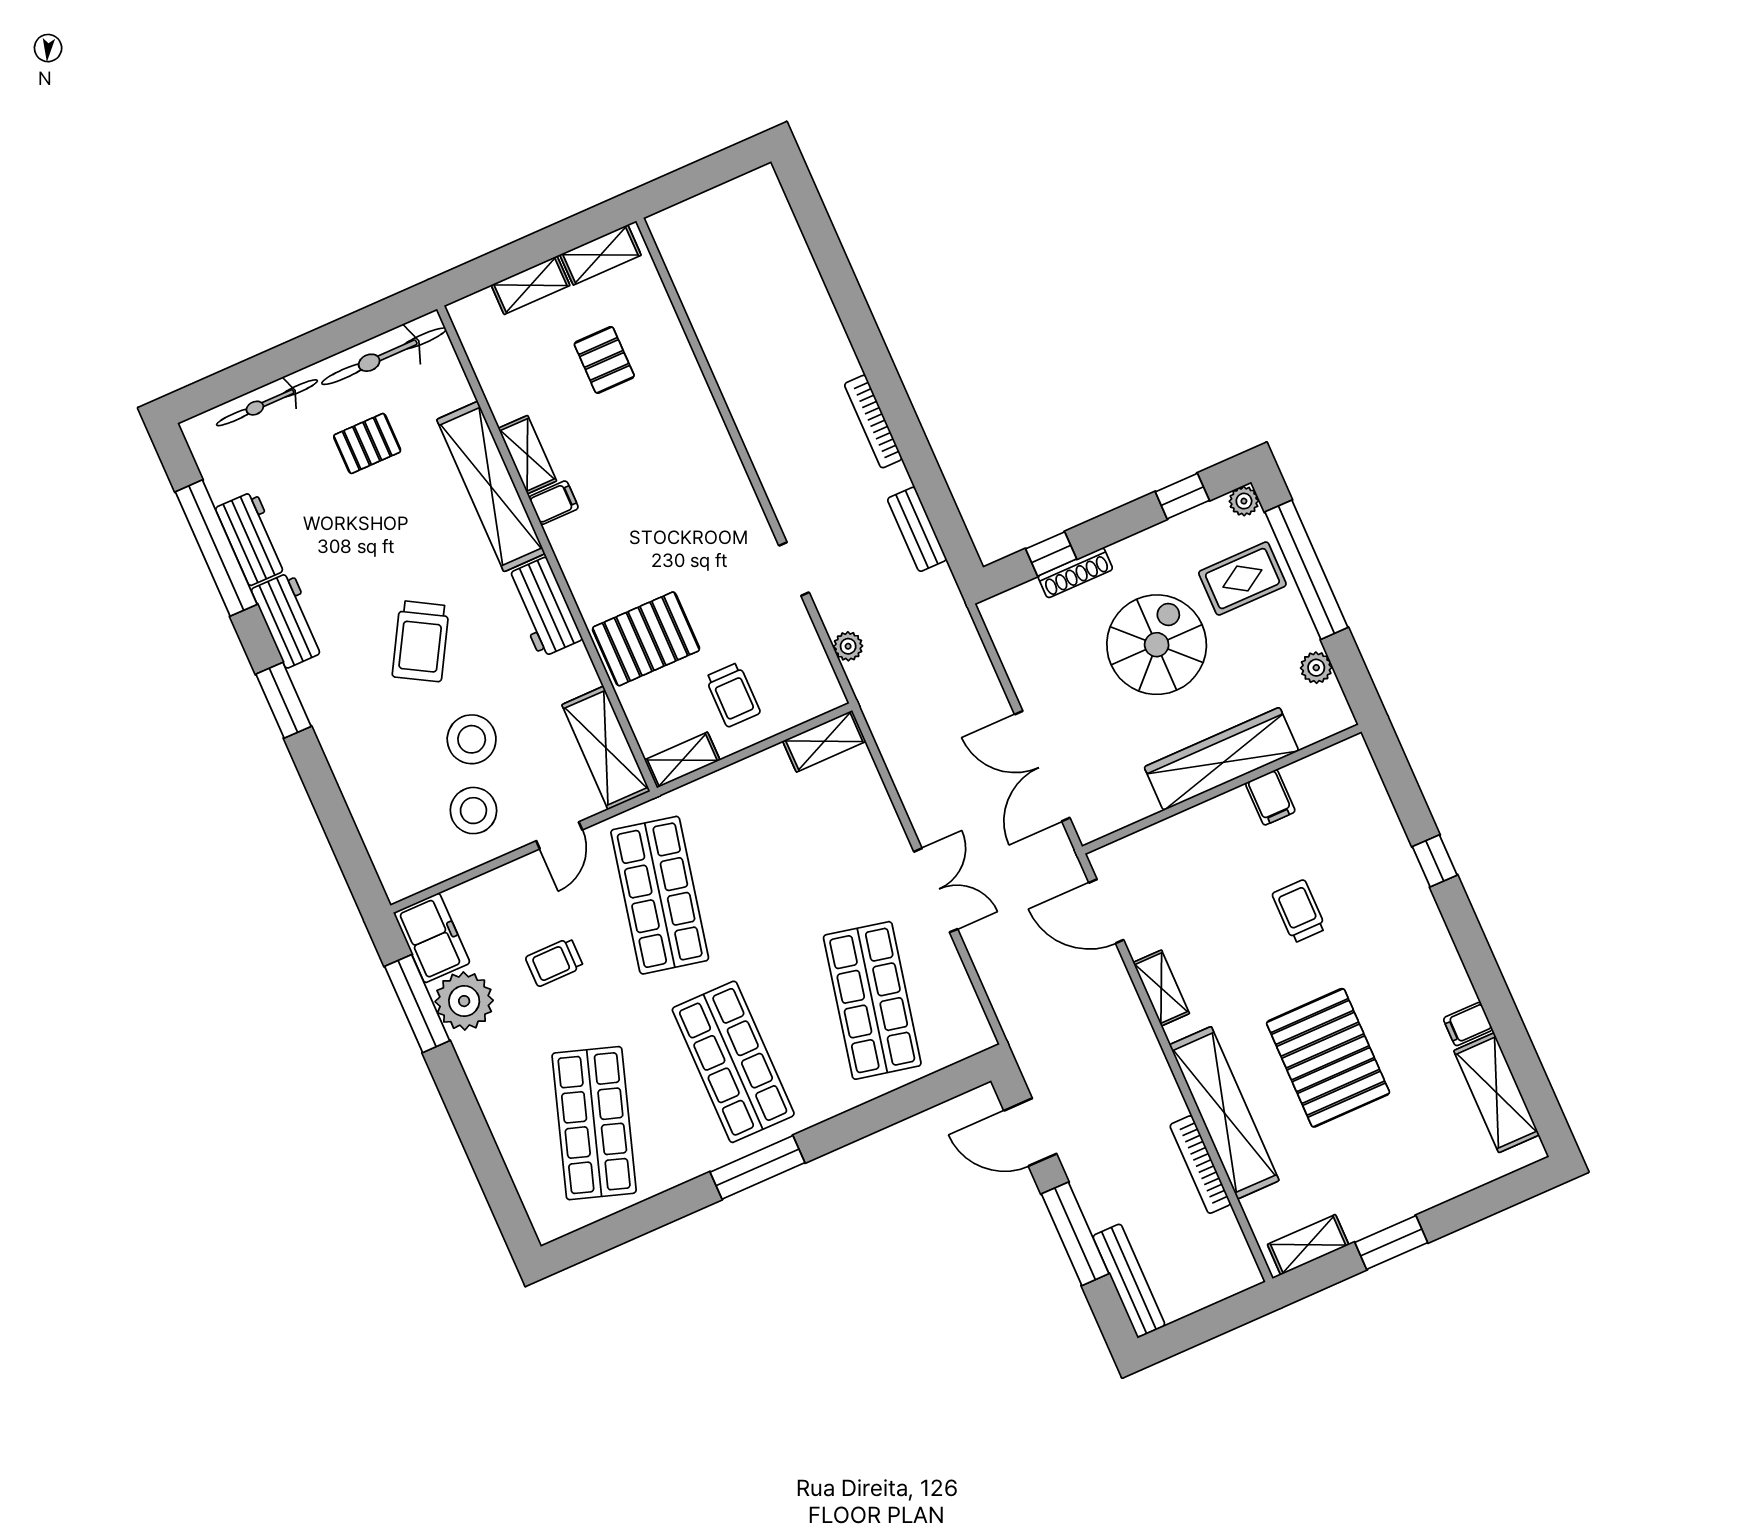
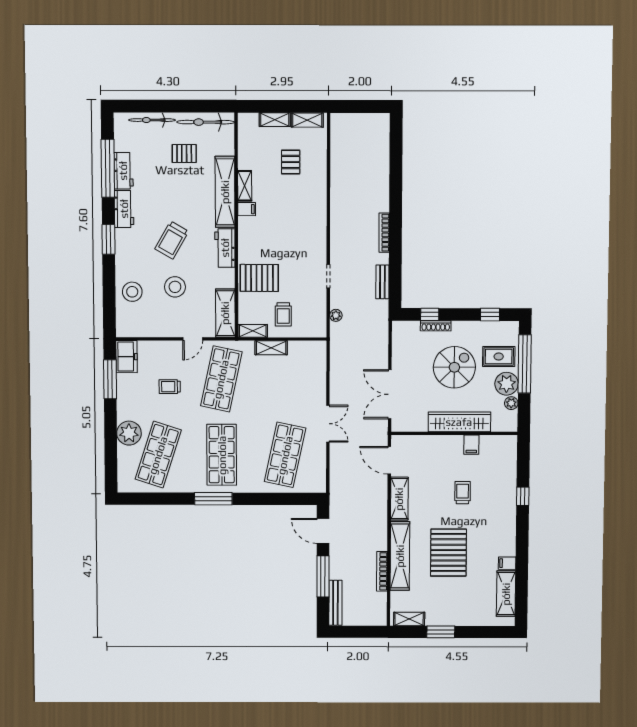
plant: (1244, 501) -> (507, 384), moved, width x1.88, depth x1.88
shelving: (824, 741) -> (271, 348), moved
stool: (473, 811) -> (132, 292), moved
shelving: (1161, 988) -> (399, 499), width x1.50, depth x1.33
plant: (464, 1001) -> (129, 433), moved

